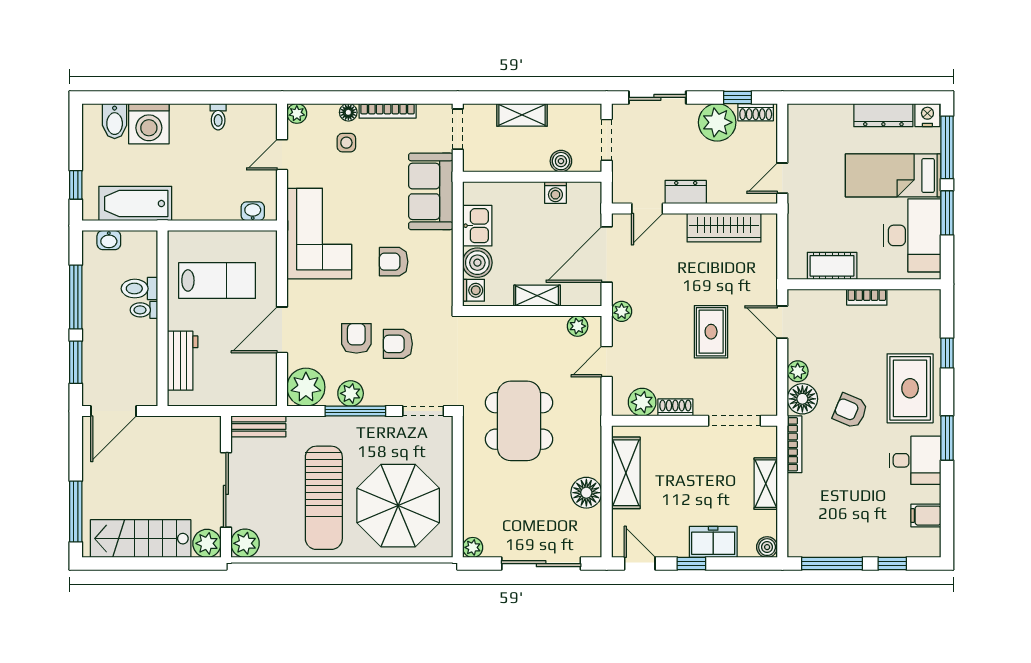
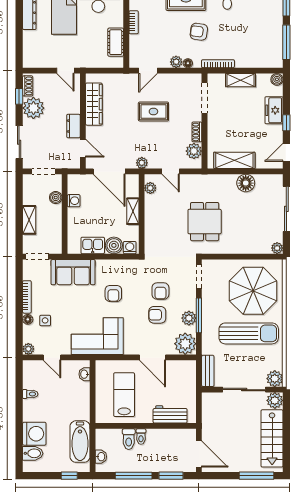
floor lamp: (802, 399) -> (188, 63), width x0.53, depth x0.53
armchair: (850, 411) -> (199, 32), turned 75
dining table: (519, 421) -> (205, 222), width x0.73

